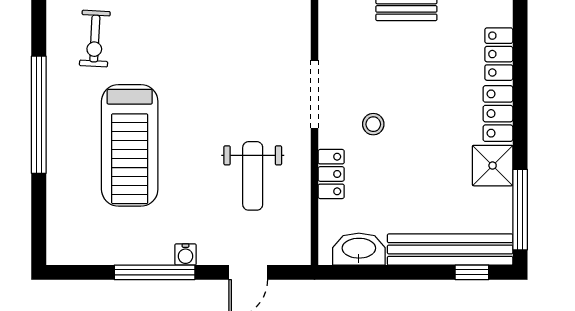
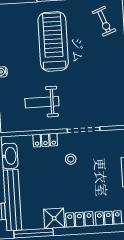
exercise bike: (95, 39) -> (104, 21), turned -114
treadmill: (130, 145) -> (53, 41), turned 90

